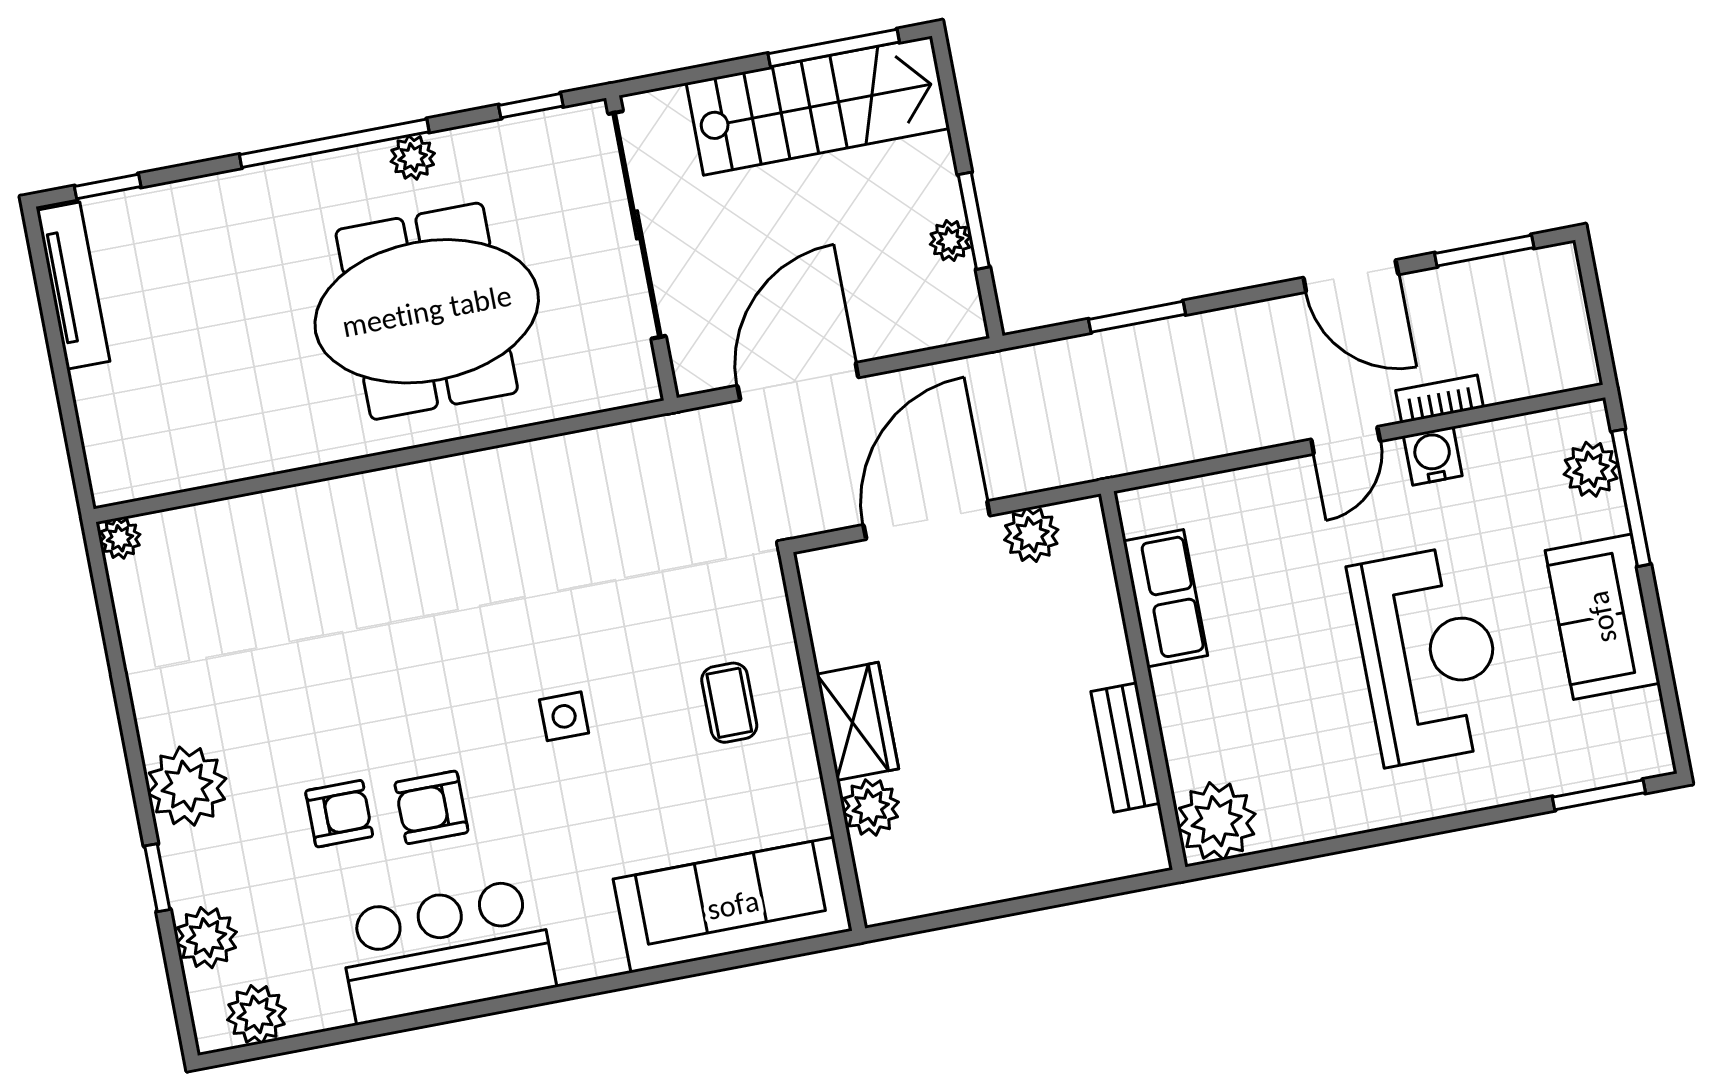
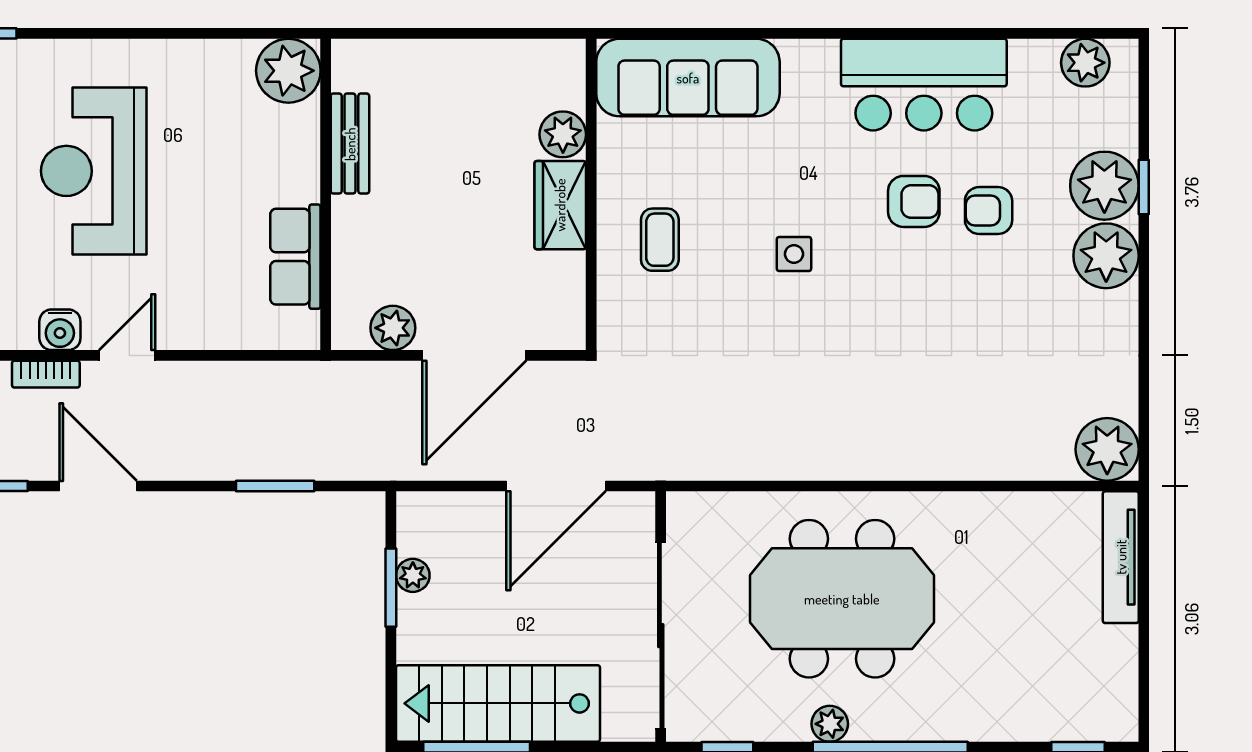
tv unit: (73, 286) -> (1121, 557), moved
plant: (120, 538) -> (1107, 449), width x1.87, depth x1.87
plant: (206, 938) -> (1104, 186), moved, width x1.36, depth x1.36

